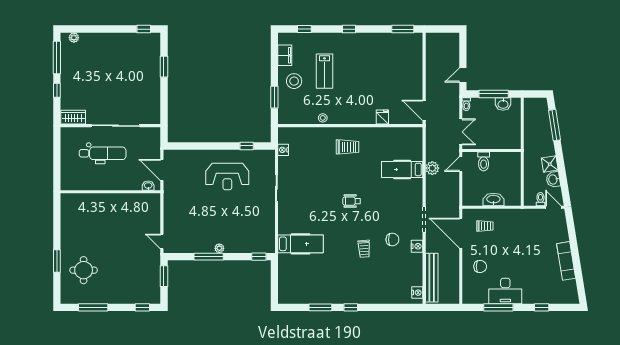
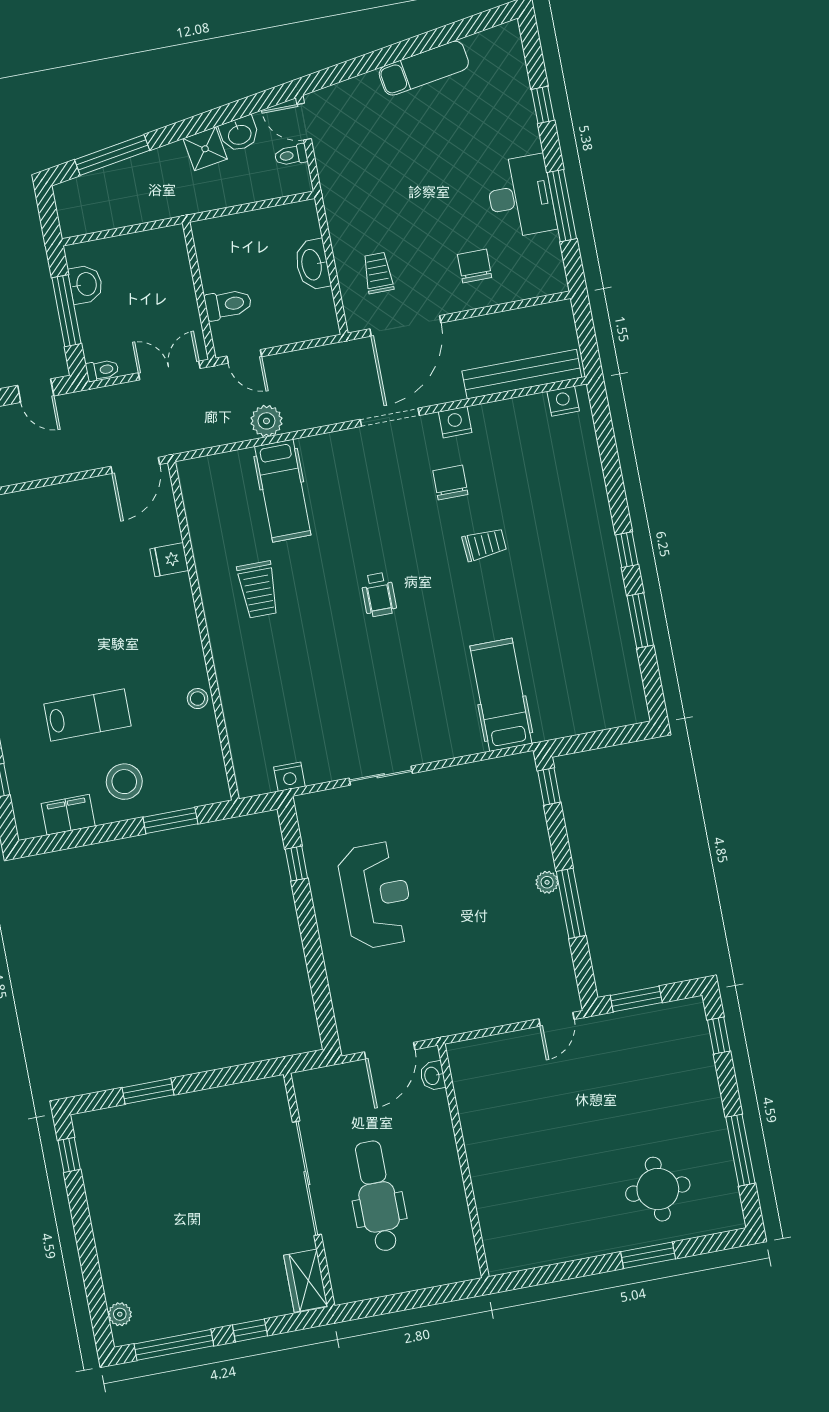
trolley: (347, 147) -> (258, 589), moved, turned 180
door: (553, 207) -> (304, 122), hinge flipped

